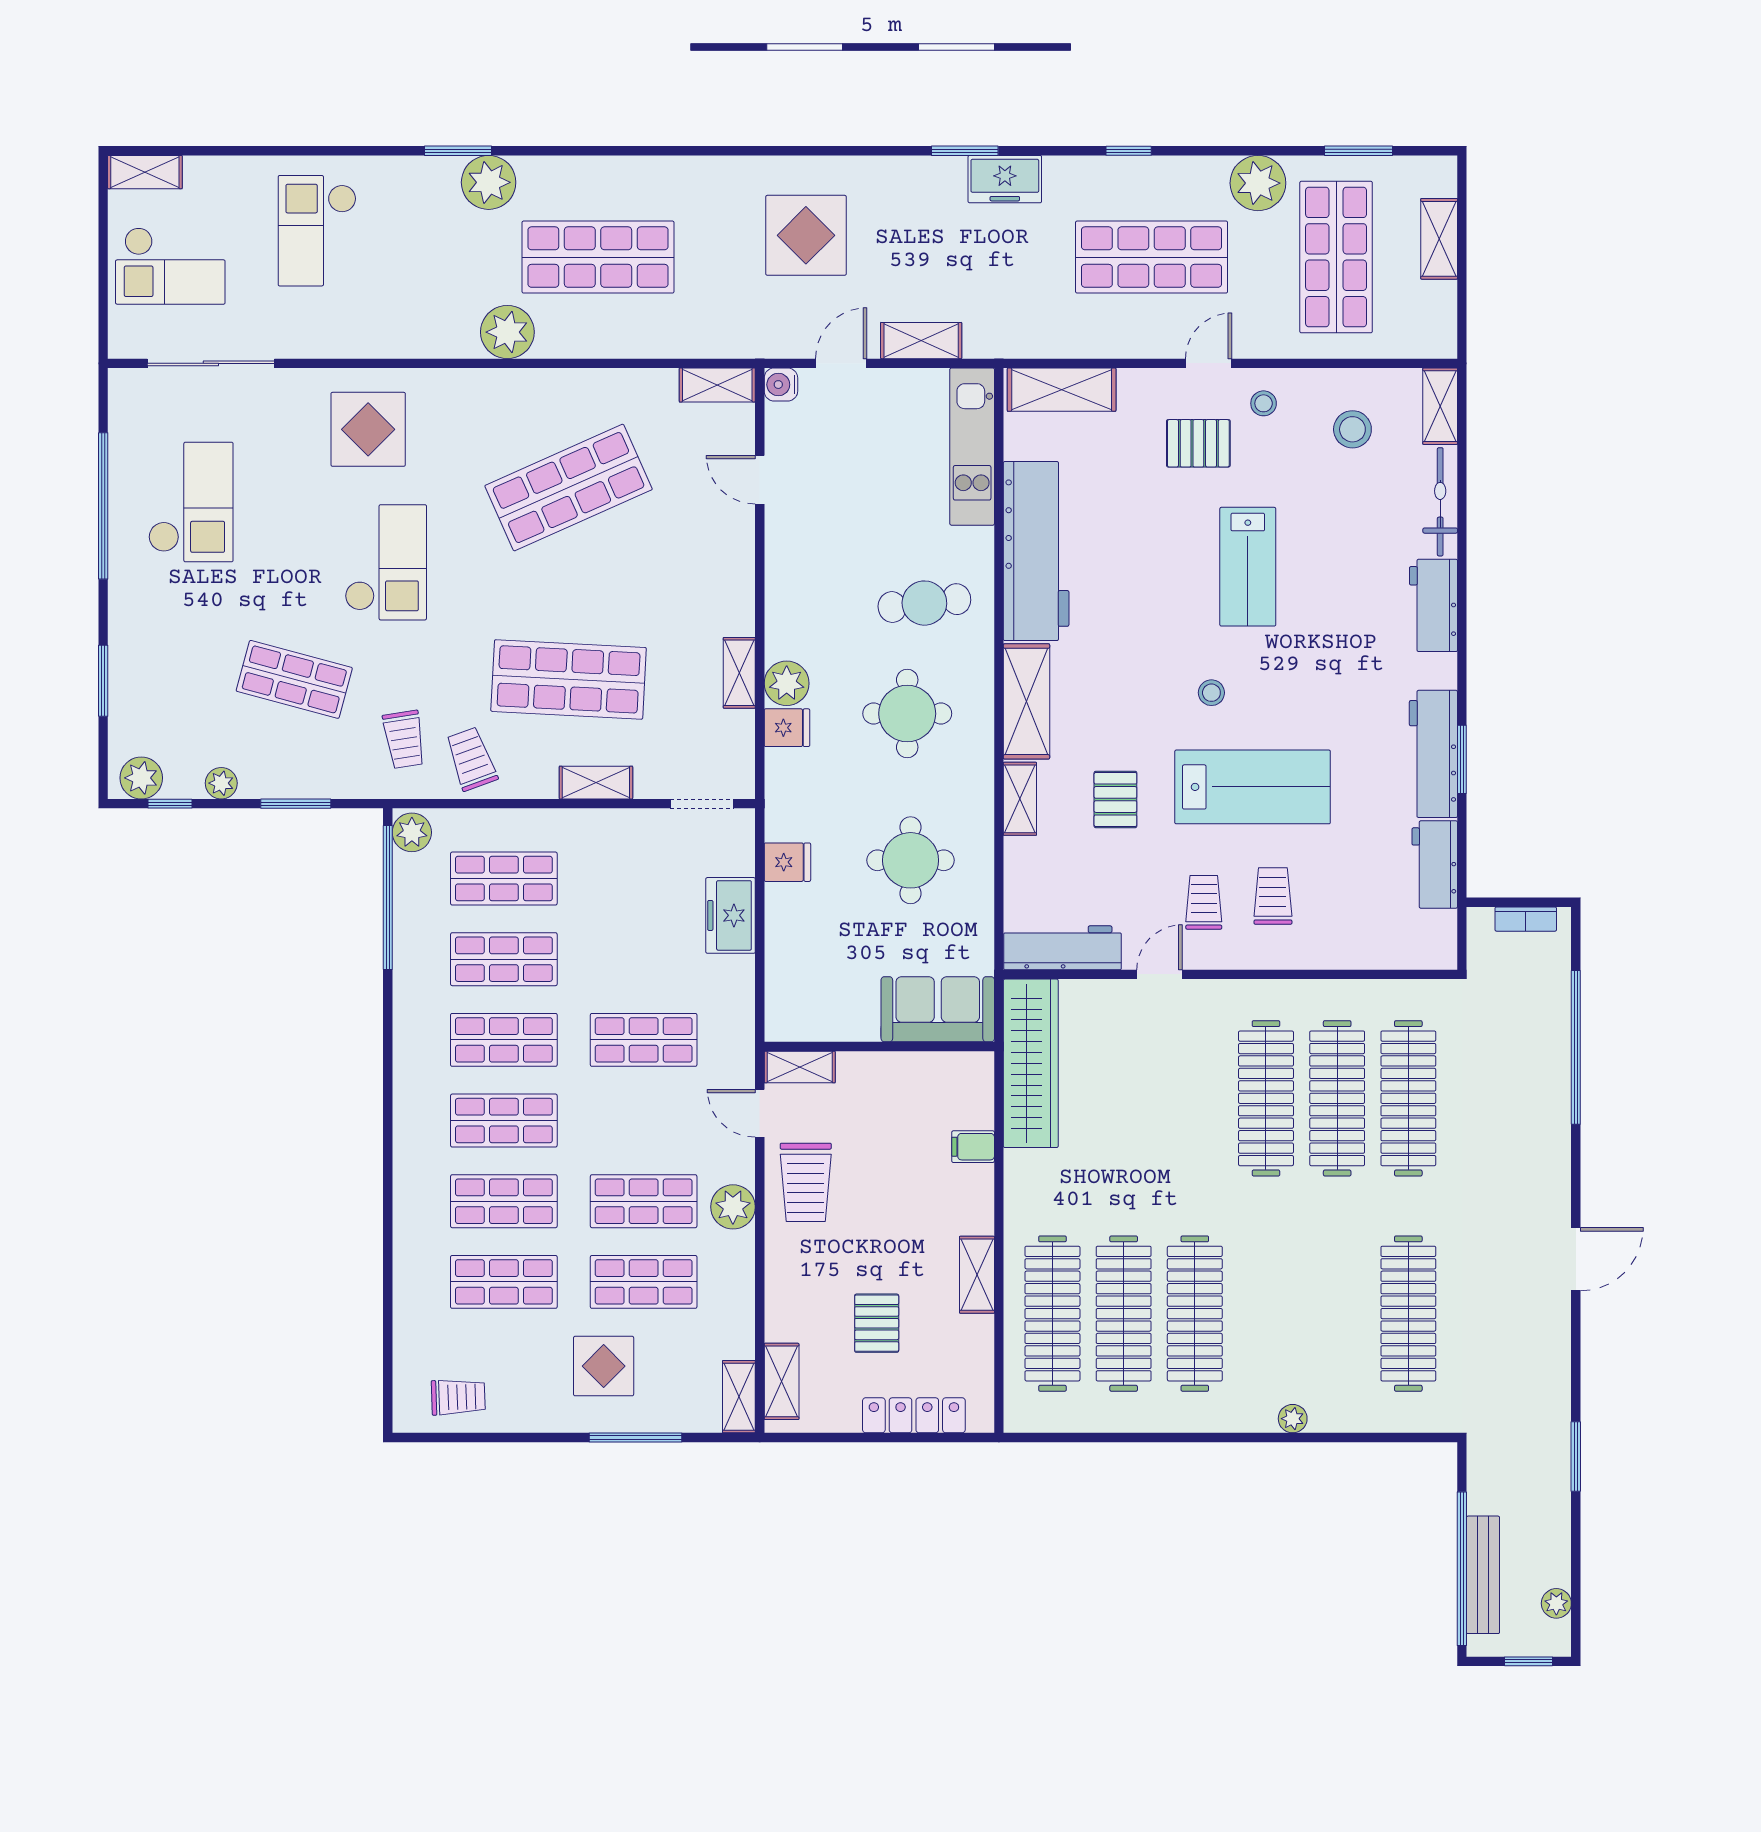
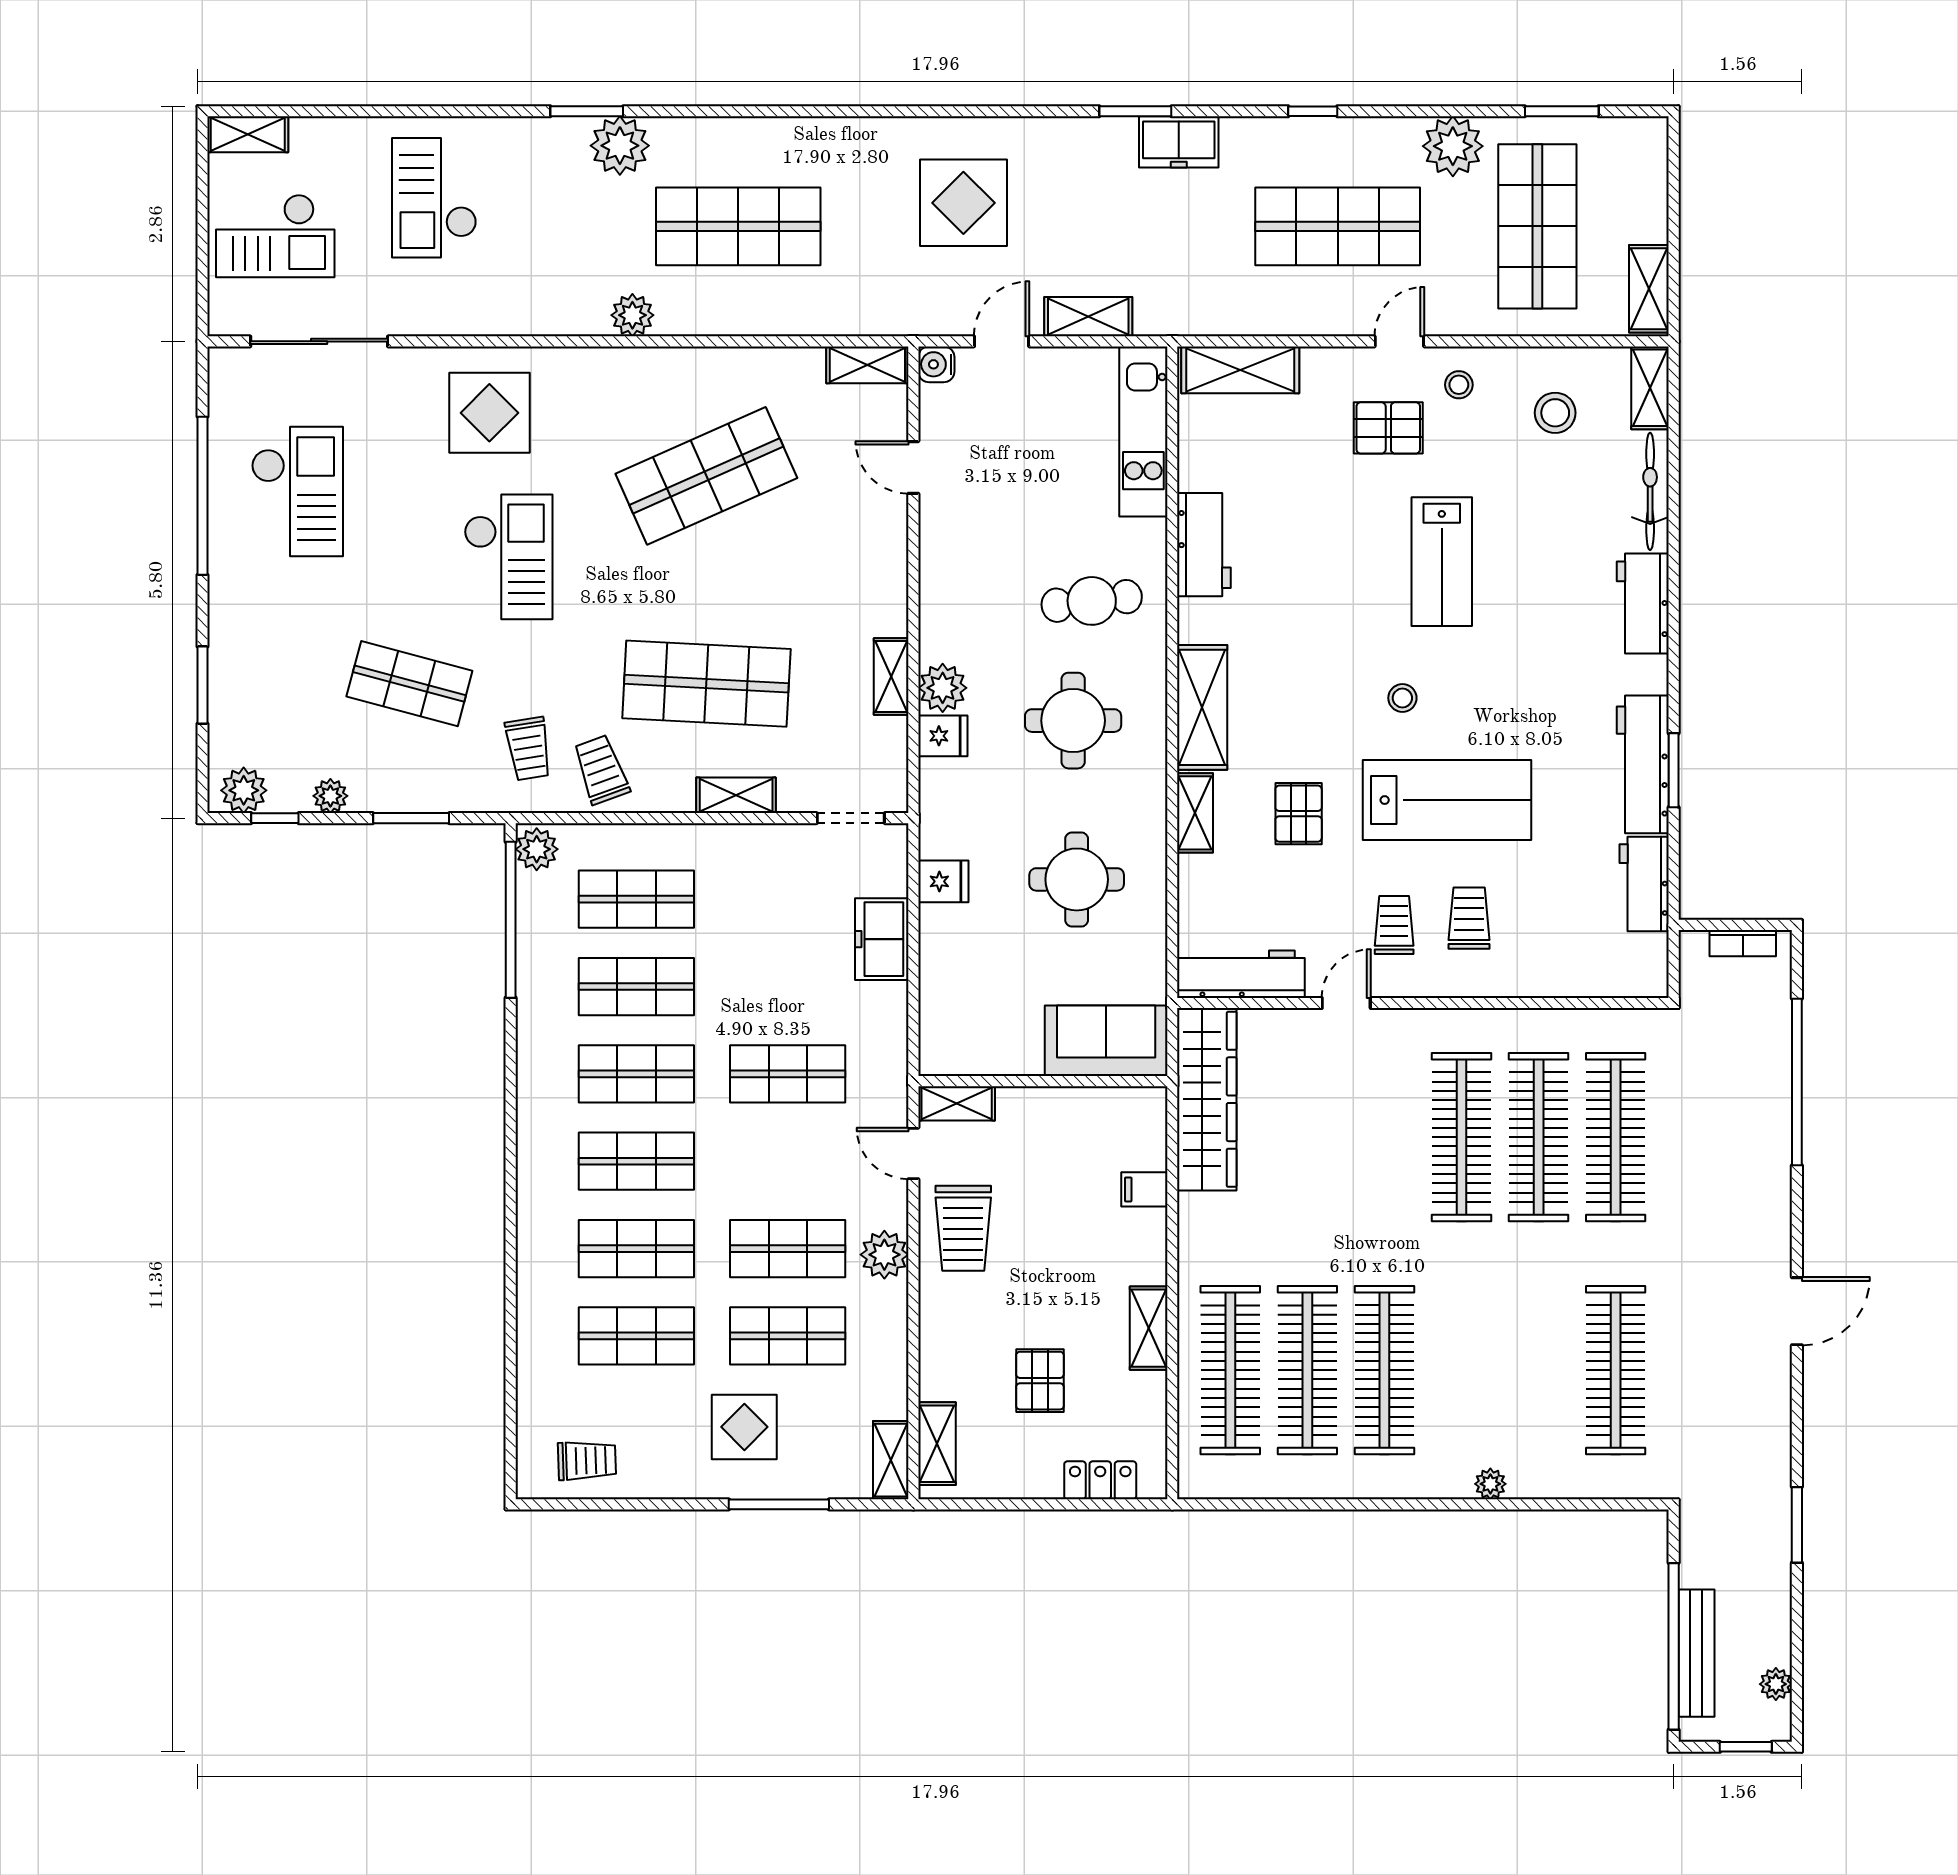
shelving: (1439, 239) -> (1649, 289), moved
plant: (507, 332) -> (632, 315), width x0.73, depth x0.73
workbench: (1036, 551) -> (1204, 545), width x0.53, depth x0.76
locker: (914, 1415) -> (1100, 1480), width x0.66

